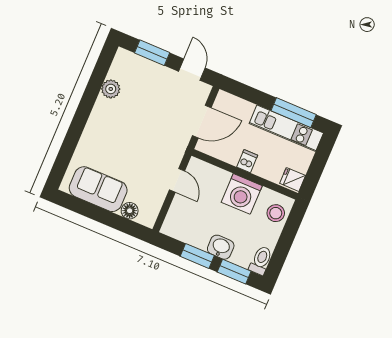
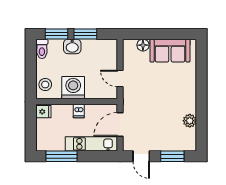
kitchen unit: (286, 128) -> (91, 144), moved

